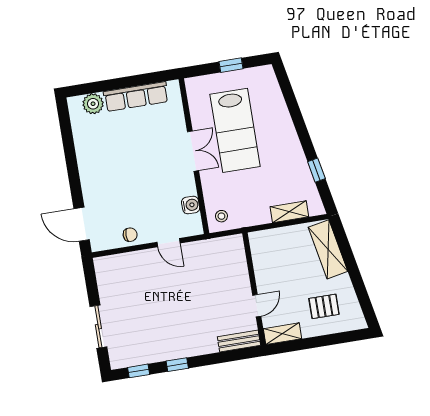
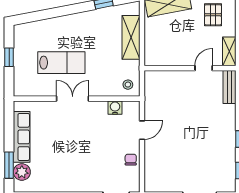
window: (99, 87) -> (9, 165), added
lab bench: (235, 130) -> (61, 63), width x0.73, depth x0.72
shelving: (289, 212) -> (131, 37), width x1.50, depth x1.33
door: (257, 306) -> (204, 68), hinge flipped

